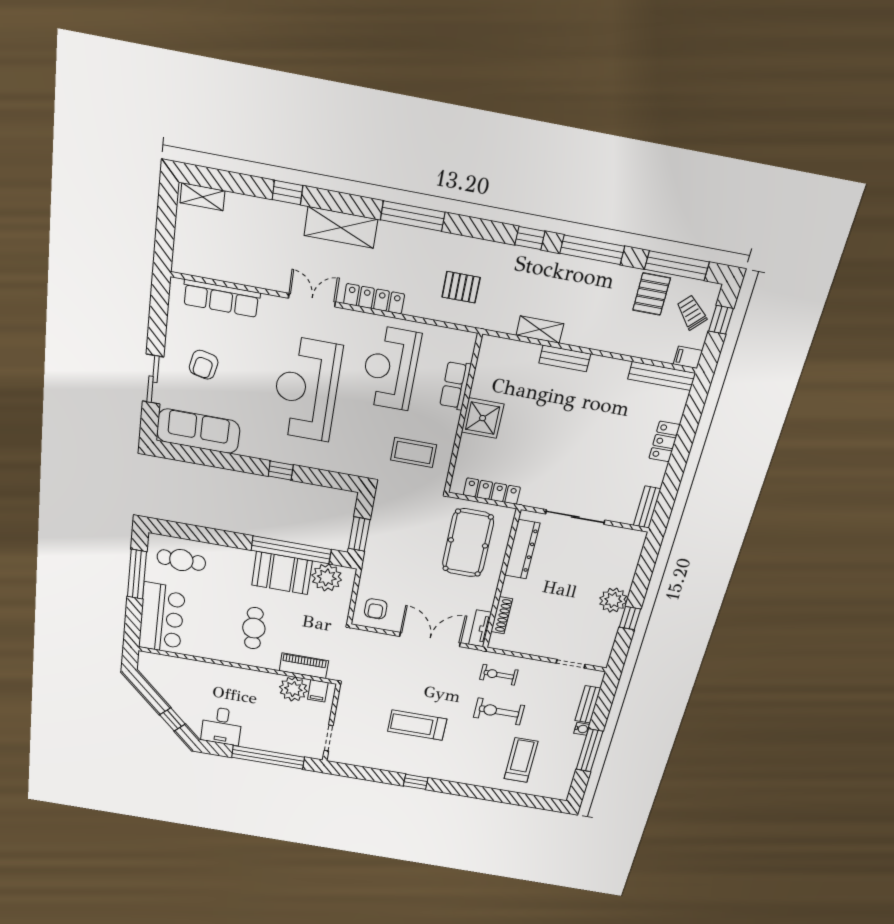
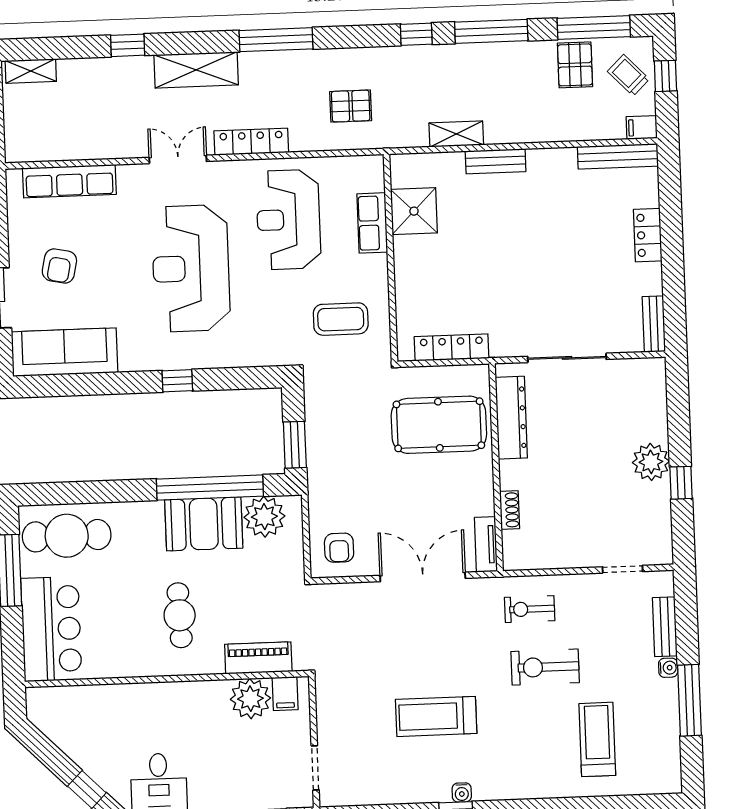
shower: (483, 418) -> (414, 211), moved
pool table: (468, 543) -> (439, 425), turned 90
cafe table: (181, 560) -> (67, 536), width x1.37, depth x1.35
shoe rack: (502, 615) -> (510, 510), width x0.70
water cooler: (423, 771) -> (462, 792), added

